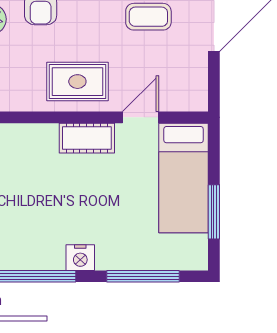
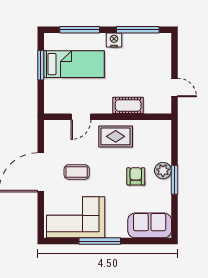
cot: (87, 138) -> (128, 105), moved
bed: (184, 178) -> (74, 64), moved, turned 90

